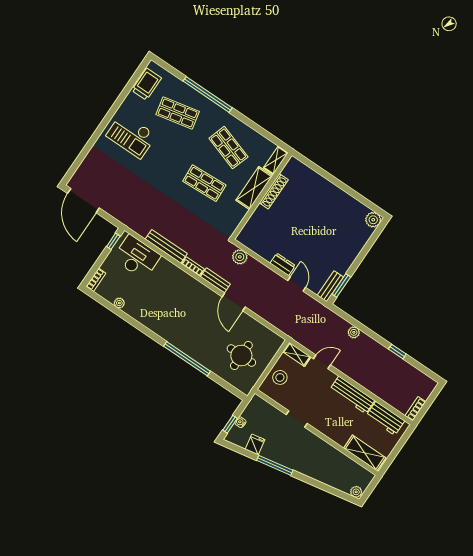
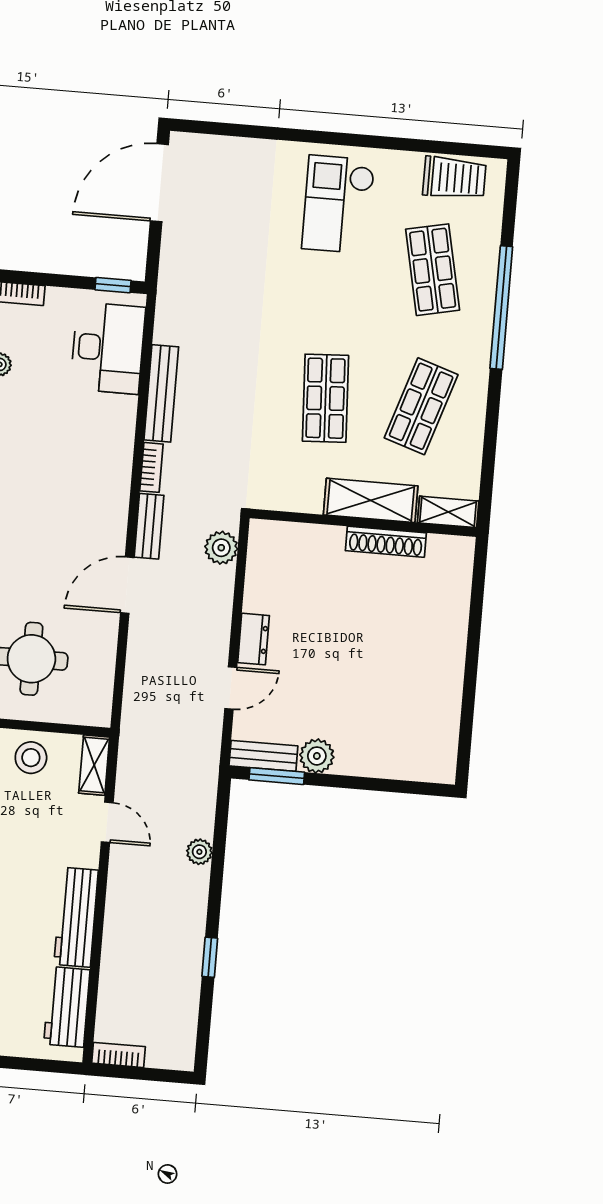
plant: (373, 220) -> (317, 756), moved

